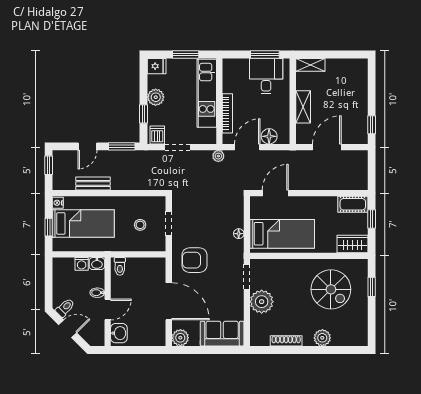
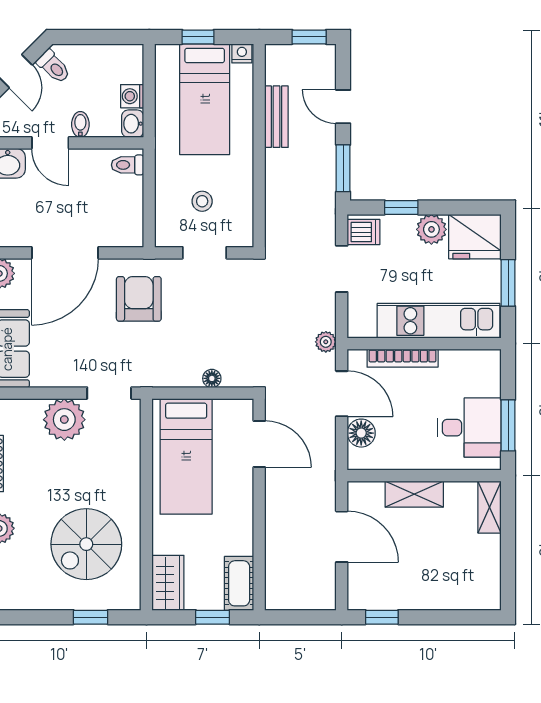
fridge: (157, 66) -> (475, 237), width x1.88, depth x1.34
floor lamp: (239, 234) -> (212, 378), moved

